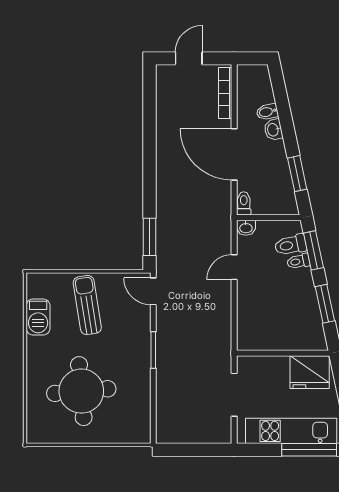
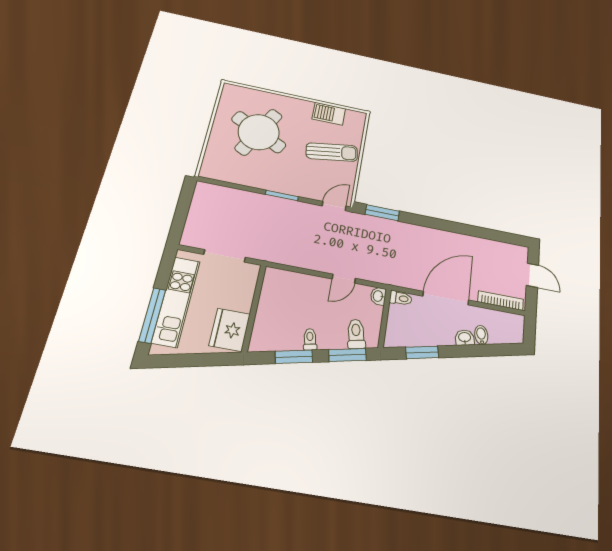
toilet: (298, 261) -> (310, 339), moved
door: (234, 267) -> (344, 279), swing flipped
round table: (81, 391) -> (259, 132), turned 32

